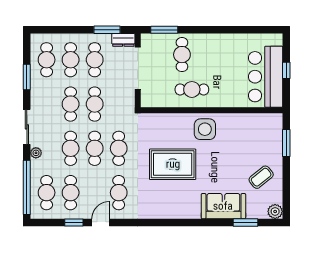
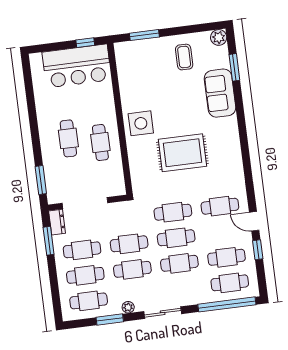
cafe table: (182, 55) -> (68, 138), moved, turned 90
window: (286, 70) -> (85, 43), moved
plant: (36, 153) -> (128, 307), moved
rug: (173, 164) -> (182, 153), turned 90
coffee table: (261, 177) -> (184, 57), turned 39

